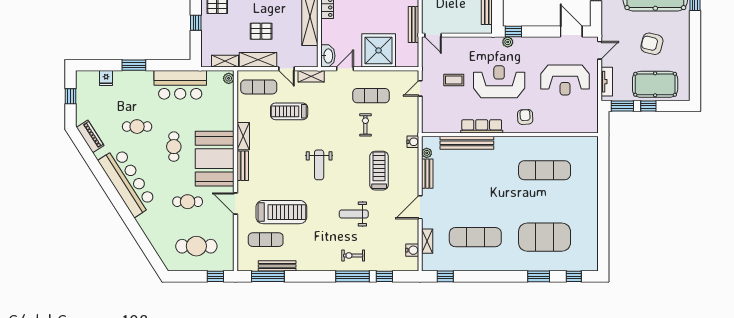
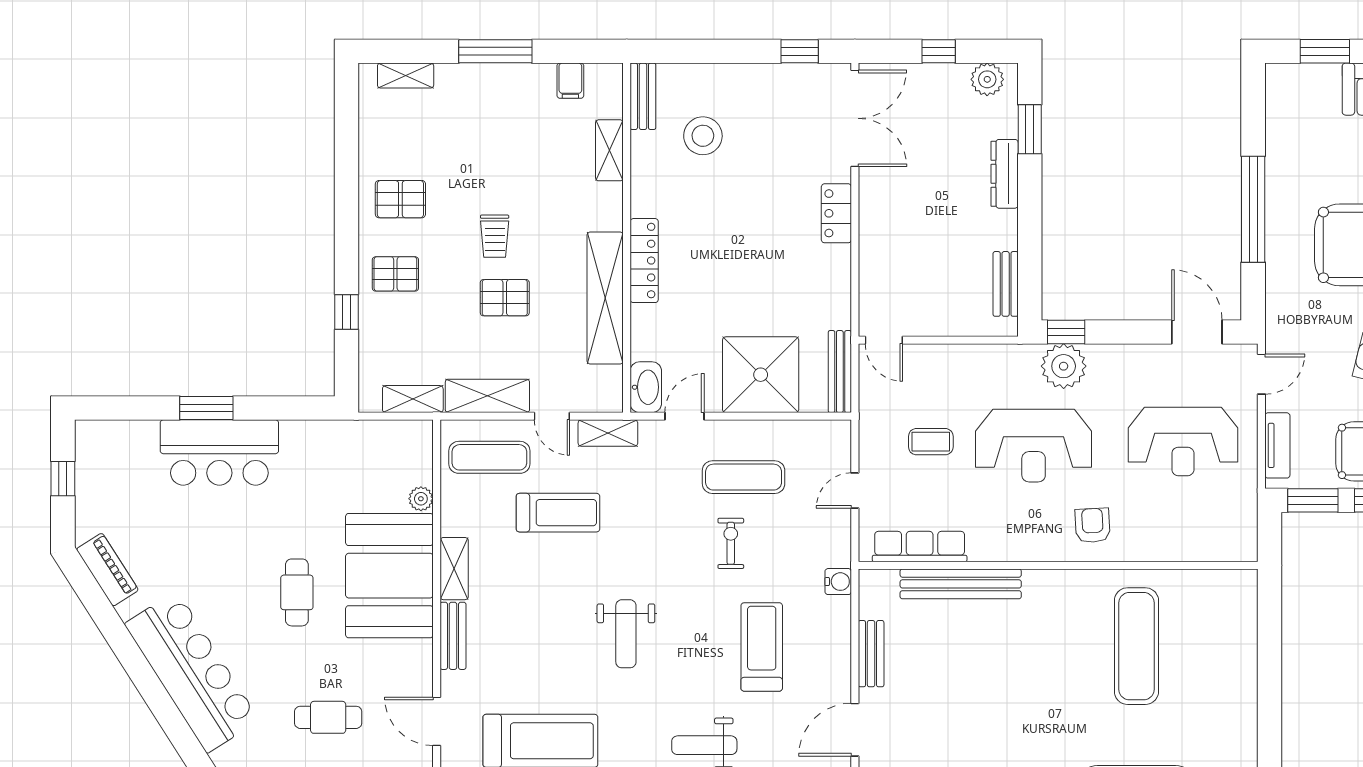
bench: (414, 25) -> (840, 372), moved
pallet: (261, 31) -> (505, 298), moved
plant: (508, 42) -> (1064, 366), width x1.88, depth x1.88
fridge: (106, 78) -> (143, 437), removed
plant: (229, 78) -> (421, 499), moved
reception desk: (499, 82) -> (1034, 446), turned 180
bar counter: (180, 85) -> (219, 453), moved
door: (420, 88) -> (855, 491), moved
treadmill: (289, 111) -> (558, 513), turned 180
row of seats: (482, 126) -> (920, 547), moved
cafe table: (137, 127) -> (214, 547), removed
plant: (427, 153) -> (870, 607), removed
booth: (215, 159) -> (389, 576), moved
exercise mat: (545, 170) -> (1136, 646), turned 90

